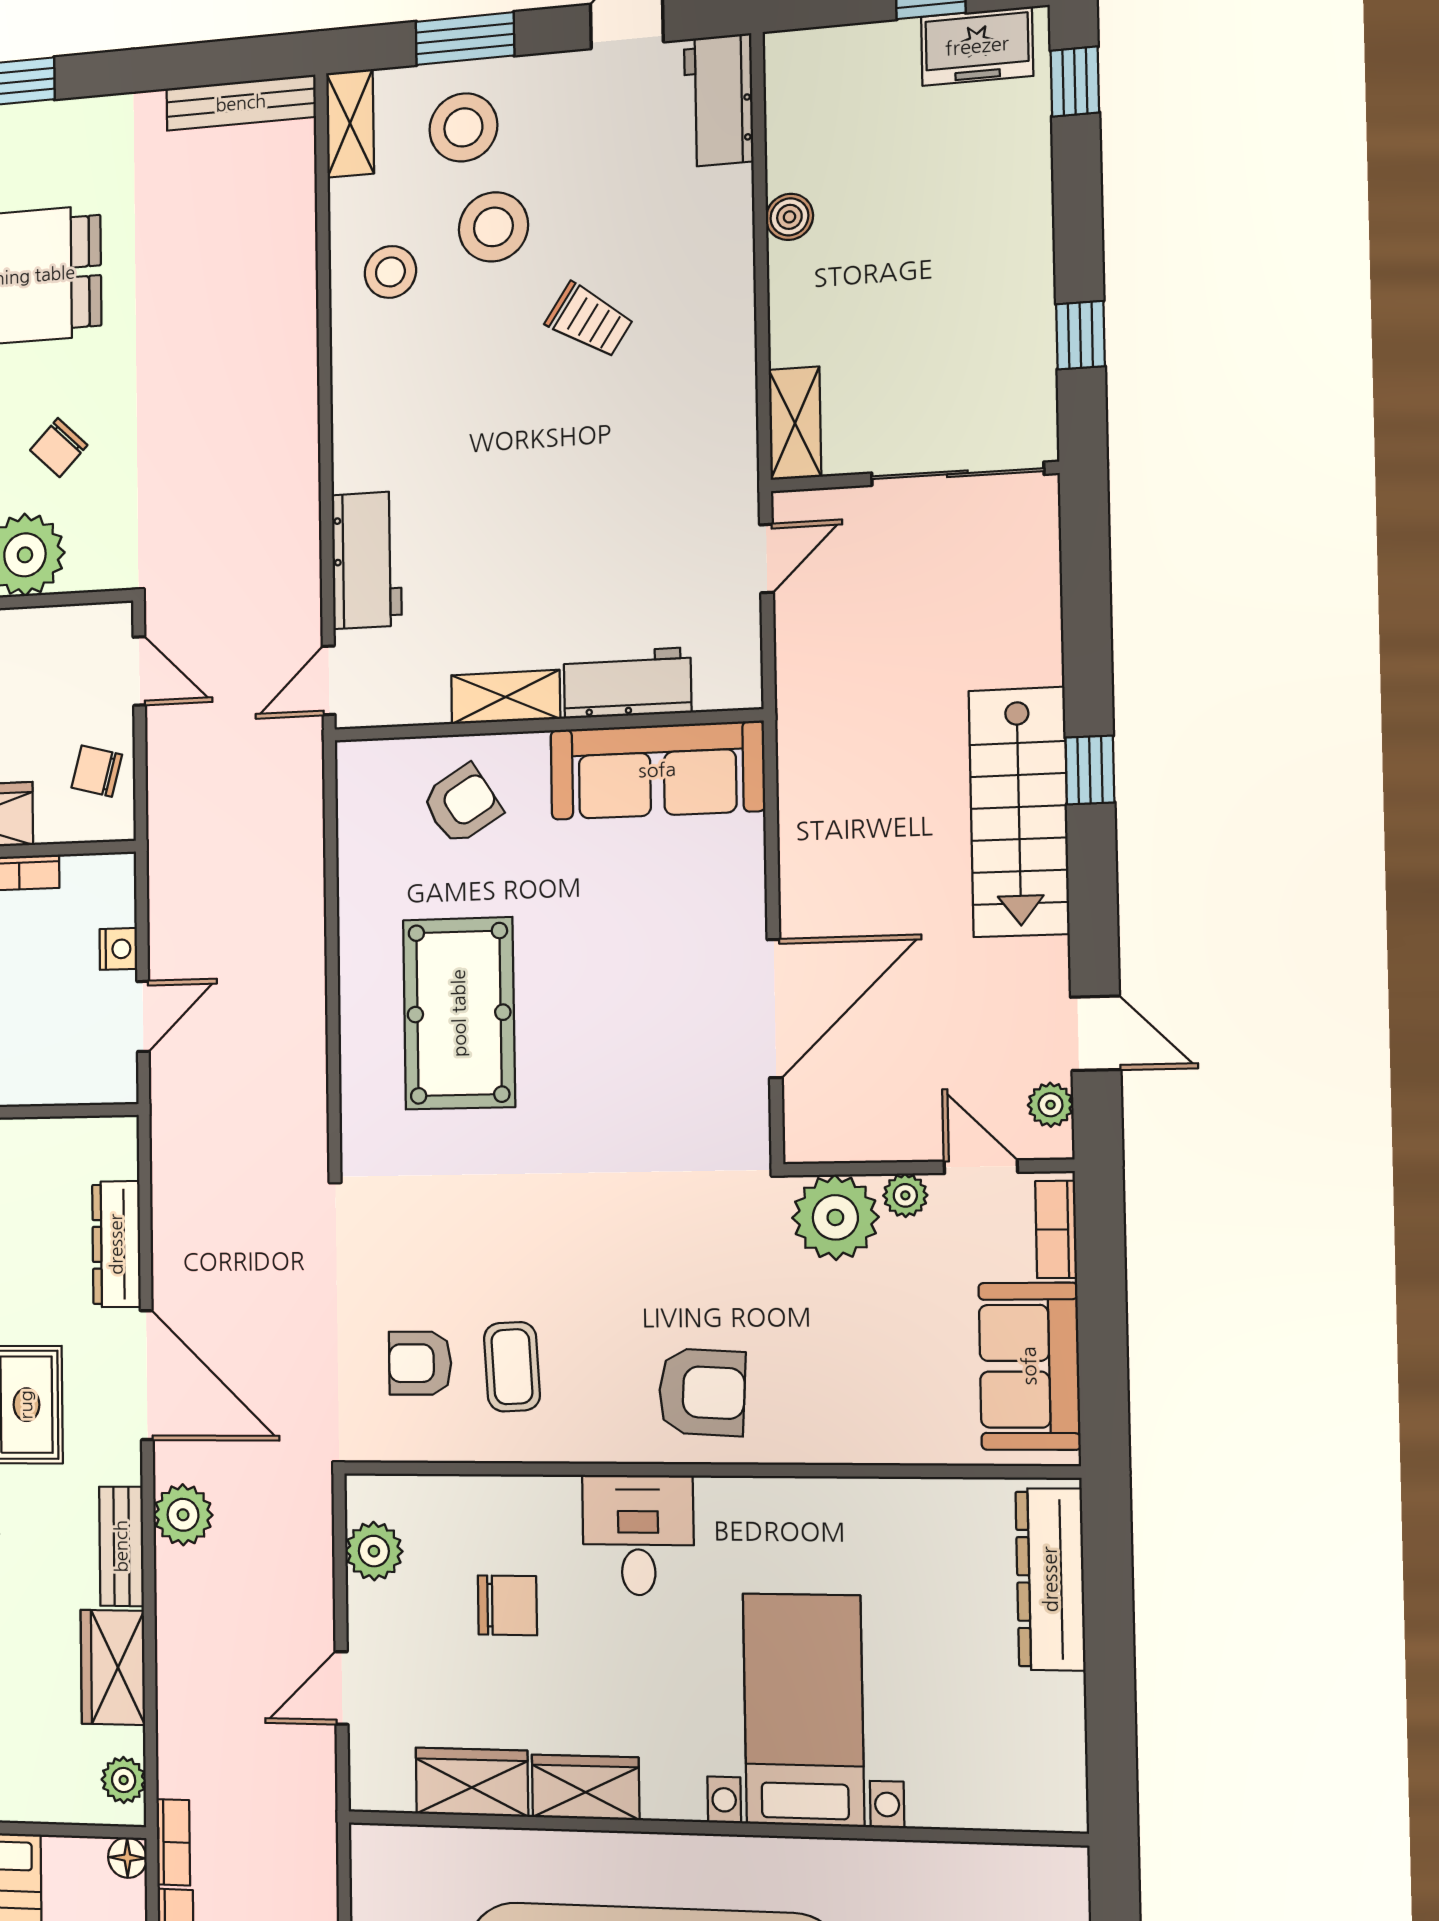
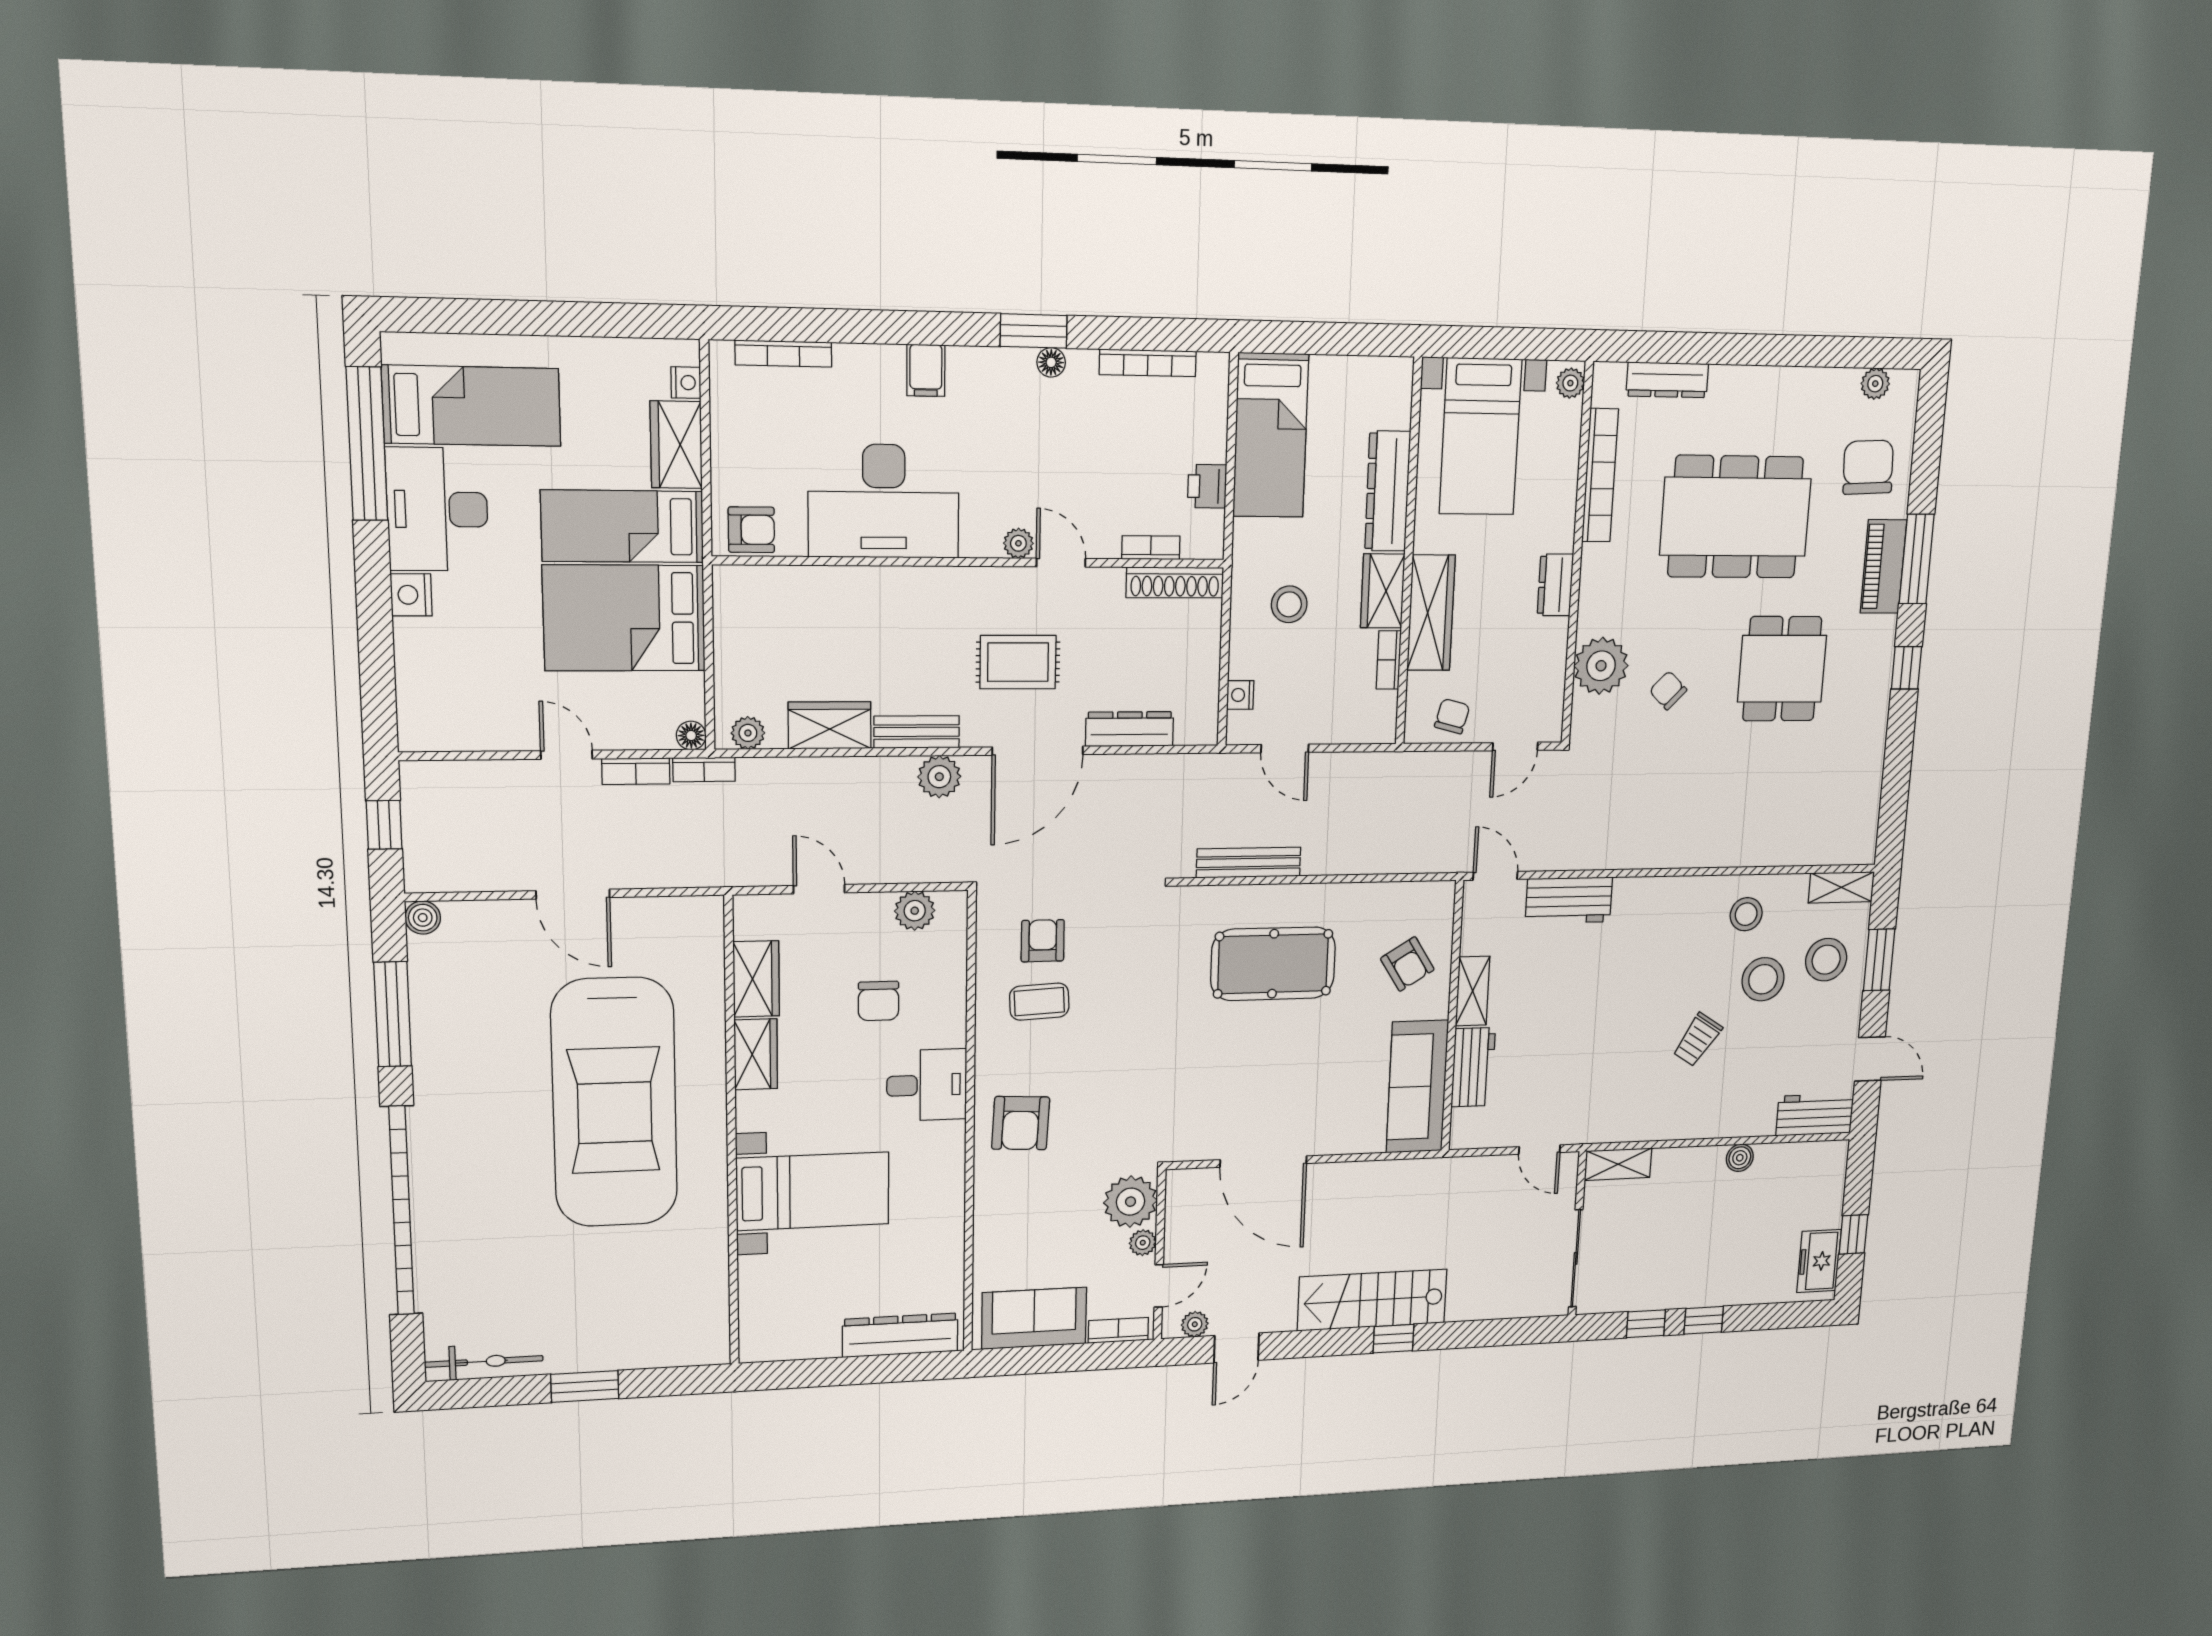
window: (1075, 82) -> (1704, 1320), moved
bench: (241, 103) -> (1249, 863), moved, turned 90
nightstand: (118, 949) -> (1240, 695), moved, turned 90

